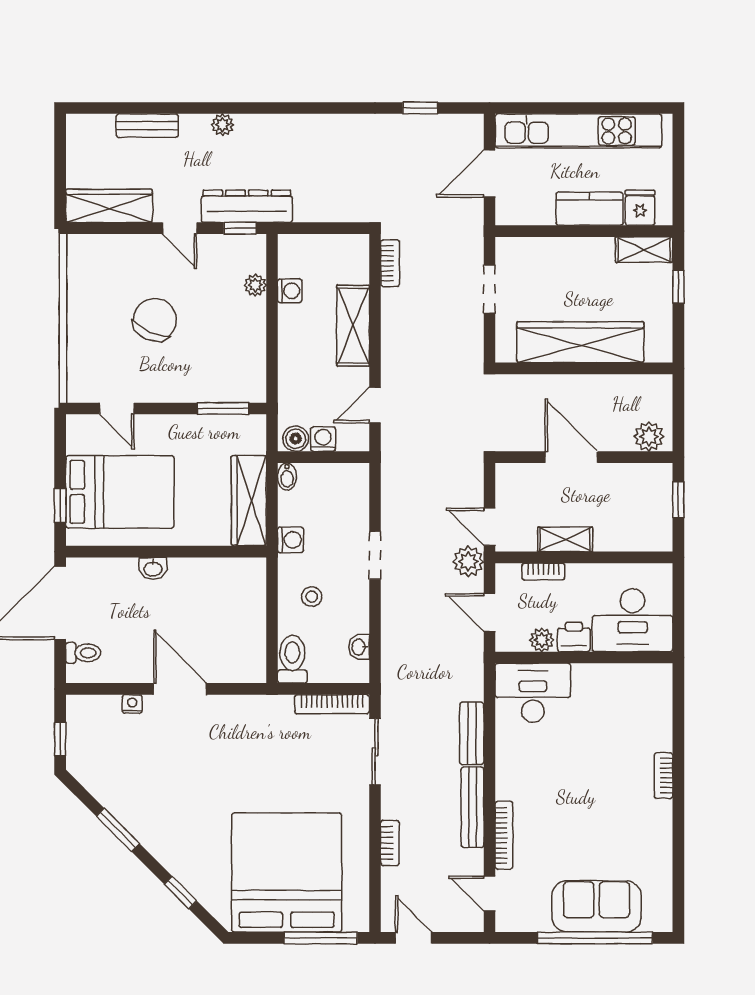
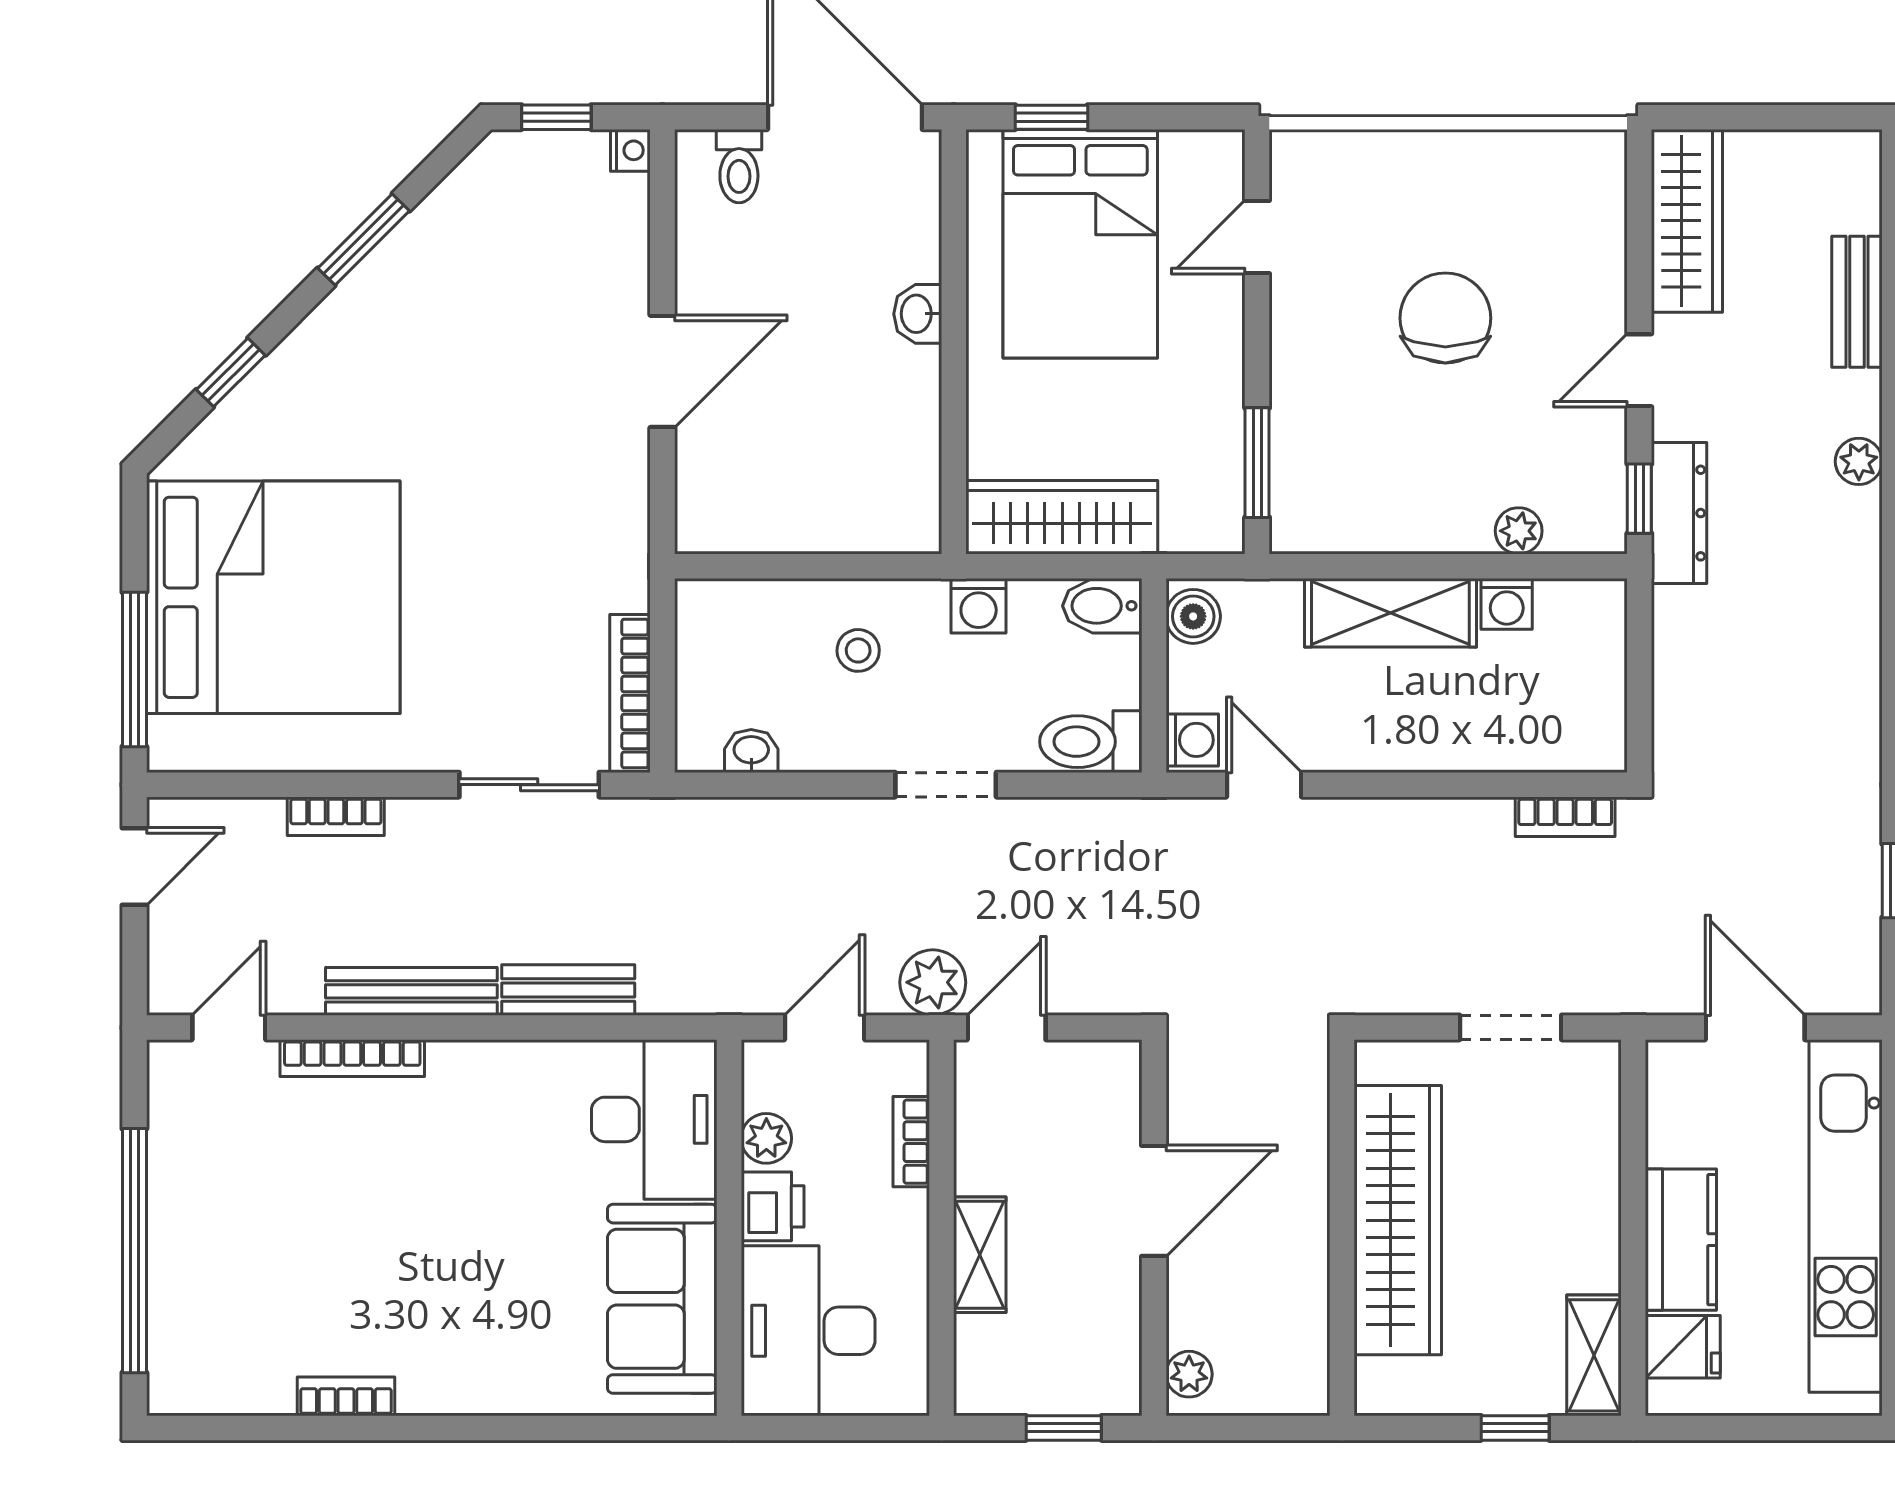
dresser: (247, 206) -> (1679, 513), width x0.73, depth x0.80
chair: (155, 320) -> (1445, 318), turned -114
shelving: (353, 326) -> (1390, 613), moved
plant: (649, 437) -> (1189, 1374), width x0.73, depth x0.73
washing machine: (323, 439) -> (1192, 740), moved
bidet: (287, 477) -> (1102, 606), width x1.38, depth x1.36
shelving: (565, 539) -> (980, 1255), moved
toilet: (292, 659) -> (1091, 742), moved, turned 180
nightstand: (132, 704) -> (630, 150), moved
bookcase: (663, 776) -> (346, 1396), moved
sofa: (597, 906) -> (662, 1299), moved, turned 180

